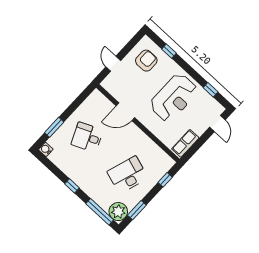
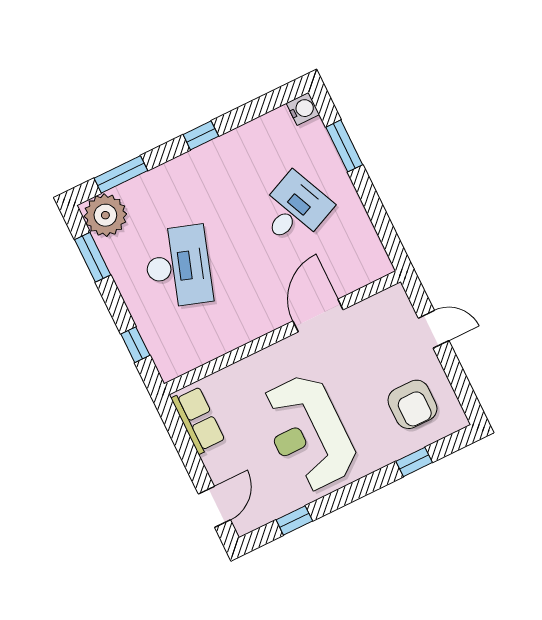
door: (217, 124) -> (214, 507), swing flipped
window: (100, 212) -> (121, 174), width x0.69

